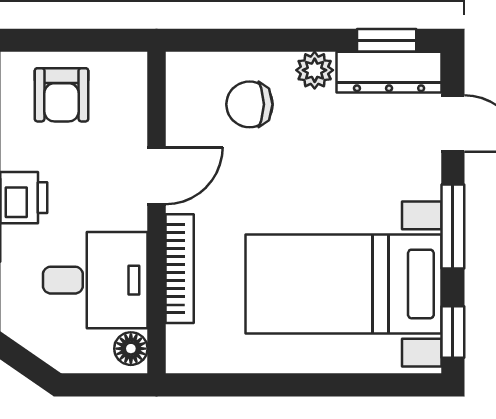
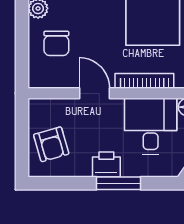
armchair: (61, 95) -> (51, 144), turned 74

